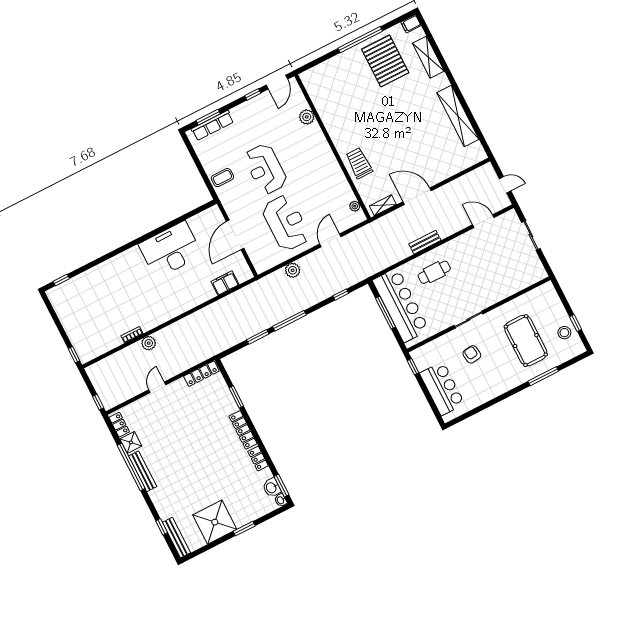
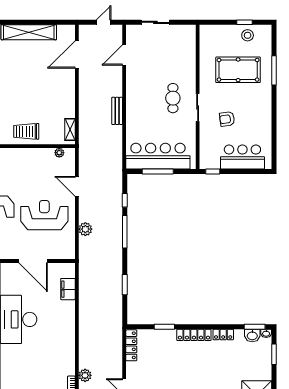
door: (417, 196) -> (77, 54), moved
cafe table: (434, 272) -> (173, 98), moved
window: (289, 321) -> (125, 232), moved
window: (244, 529) -> (274, 354), moved

